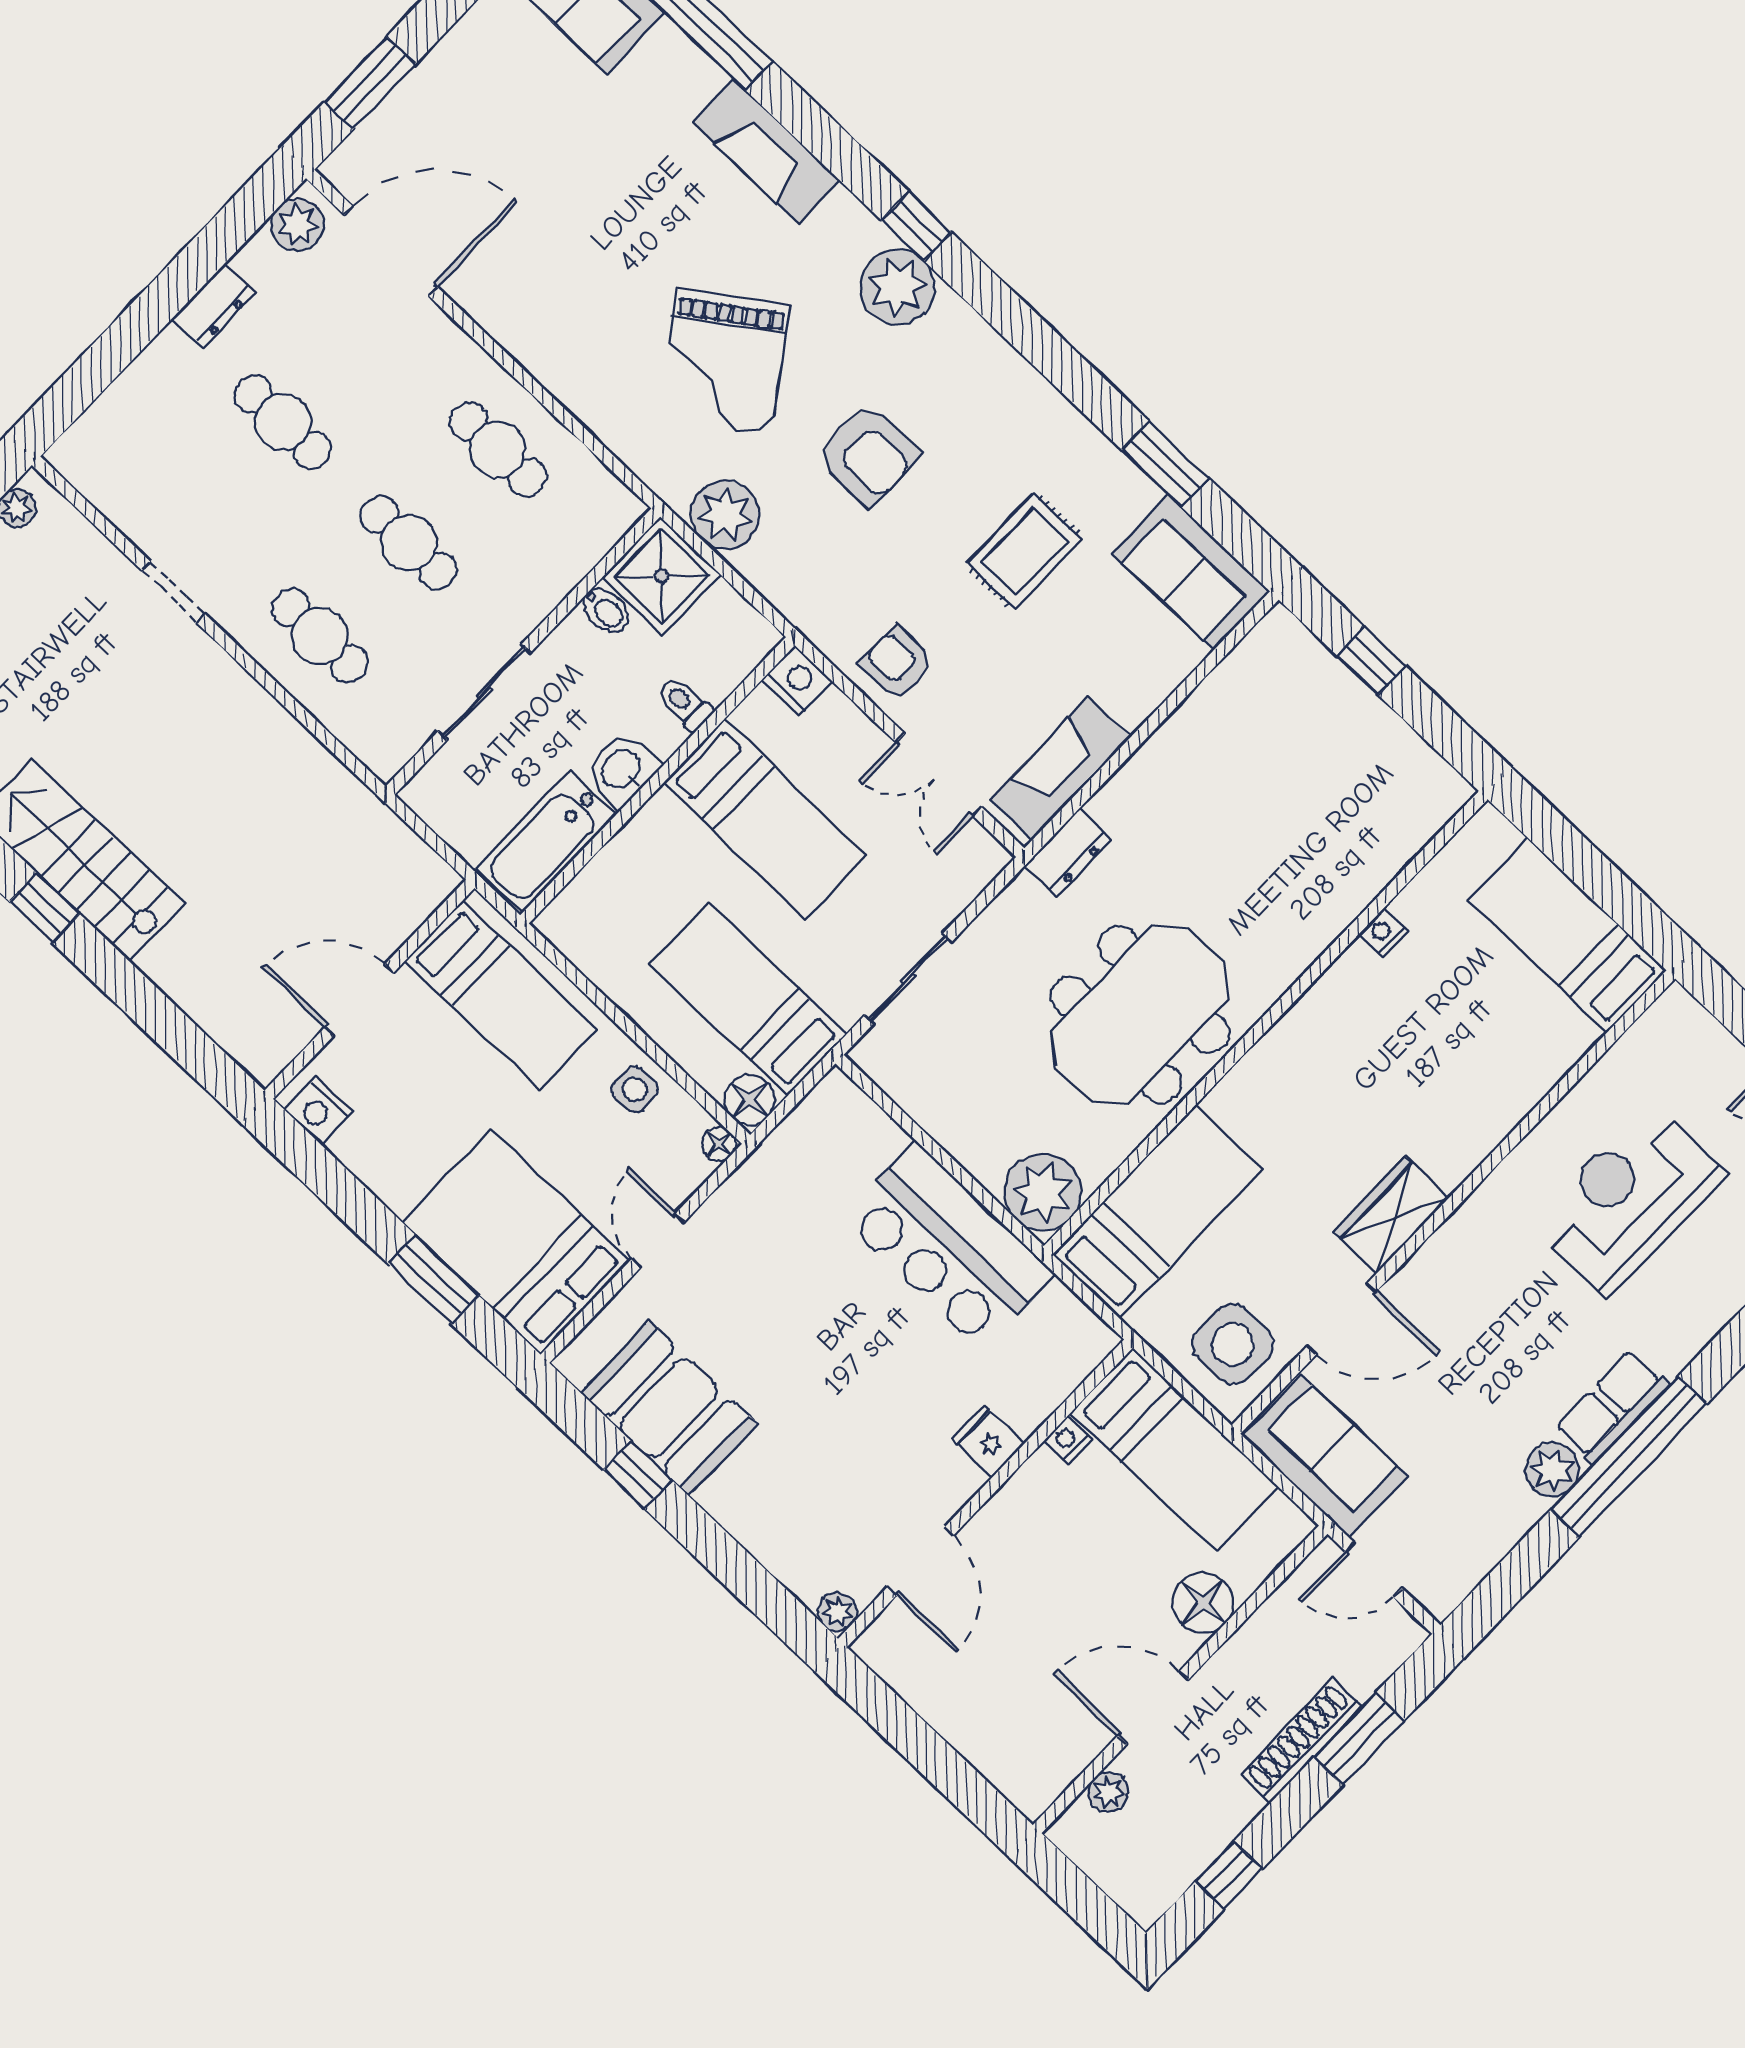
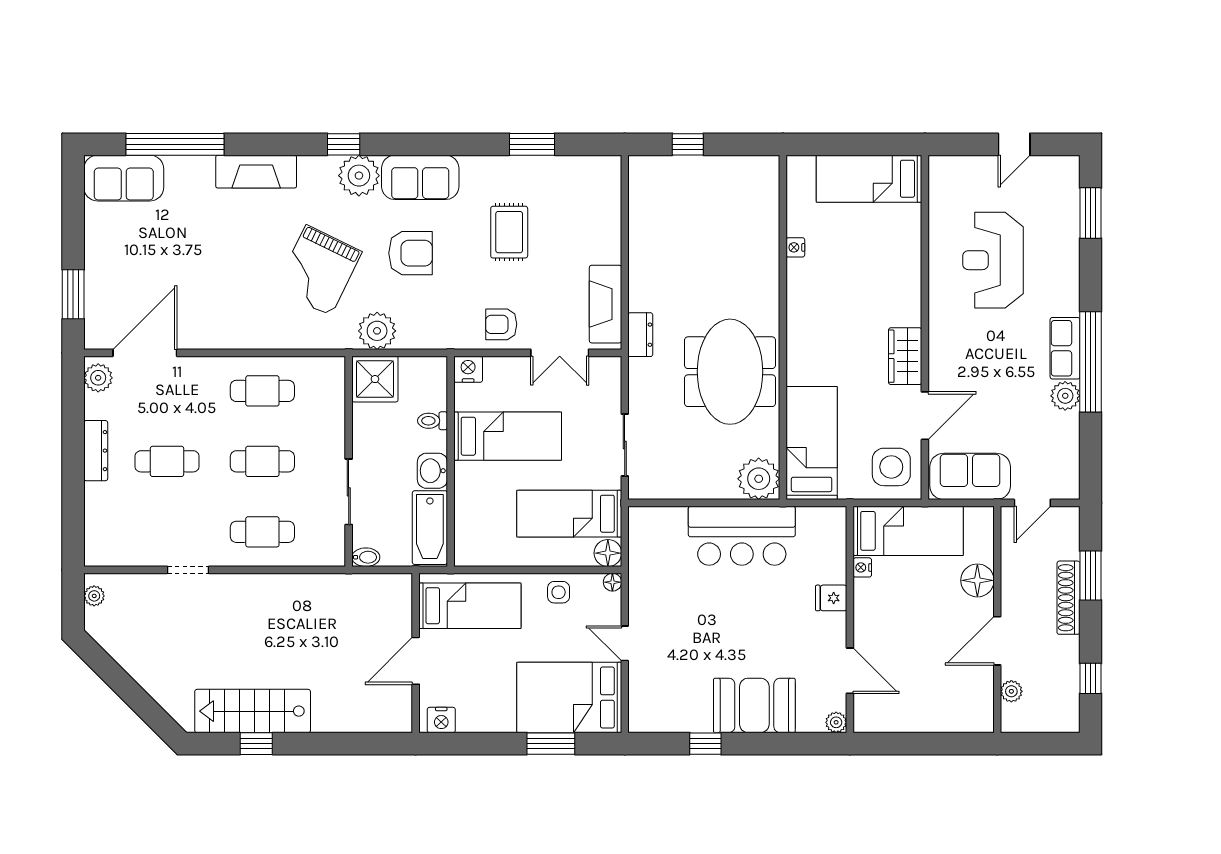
dresser: (214, 306) -> (96, 451), width x1.44
grand piano: (724, 361) -> (318, 270), turned 61
sofa: (1191, 572) -> (420, 177), moved
bidet: (606, 610) -> (366, 557), moved
booth: (669, 1408) -> (754, 705), moved

